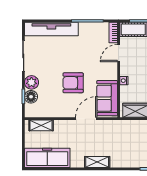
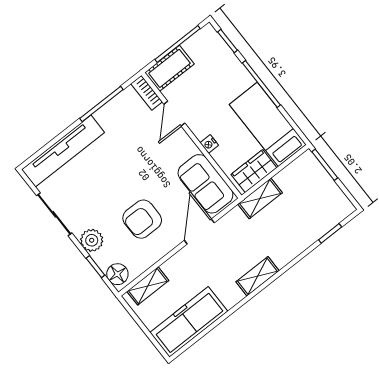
armchair: (73, 83) -> (142, 219), moved
floor lamp: (31, 97) -> (117, 274), moved
shelving: (128, 126) -> (260, 198), added

